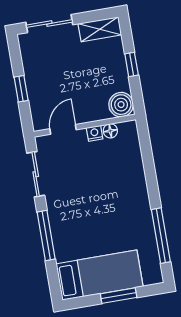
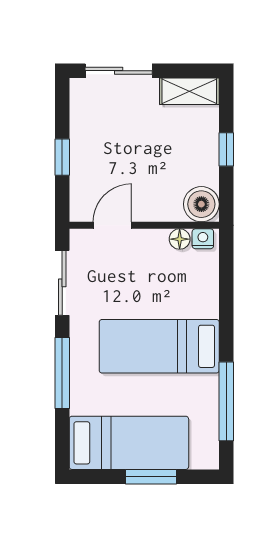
nightstand: (95, 133) -> (203, 239), moved
bed: (109, 206) -> (159, 346), added

